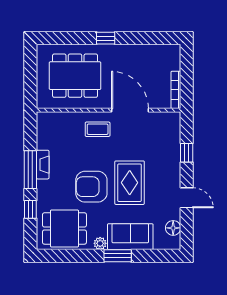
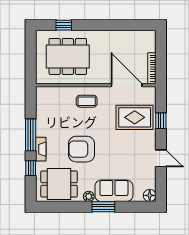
window: (106, 38) -> (64, 25), moved
door: (130, 110) -> (127, 85), moved
fireplace: (43, 165) -> (41, 149), moved
rug: (130, 183) -> (135, 117), moved, turned 90
floor lamp: (173, 228) -> (150, 195), moved

